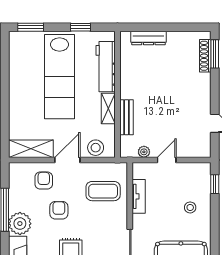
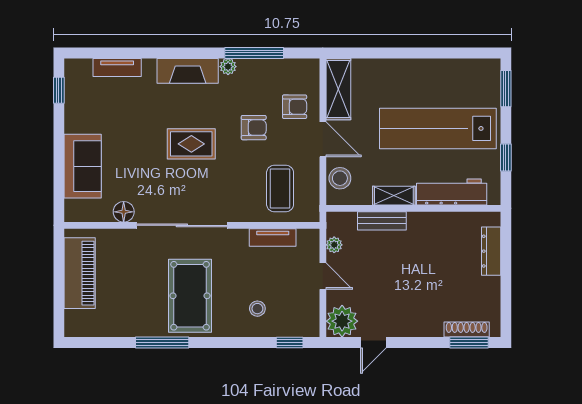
plant: (199, 146) -> (342, 321), added
plant: (20, 224) -> (228, 67), width x0.53, depth x0.53

